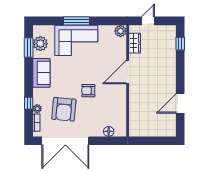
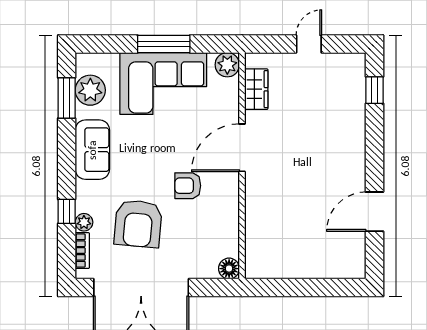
plant: (120, 31) -> (227, 65), moved
wardrobe: (135, 43) -> (256, 89), moved
door: (128, 72) -> (242, 148), moved
wall: (128, 81) -> (242, 166), moved

